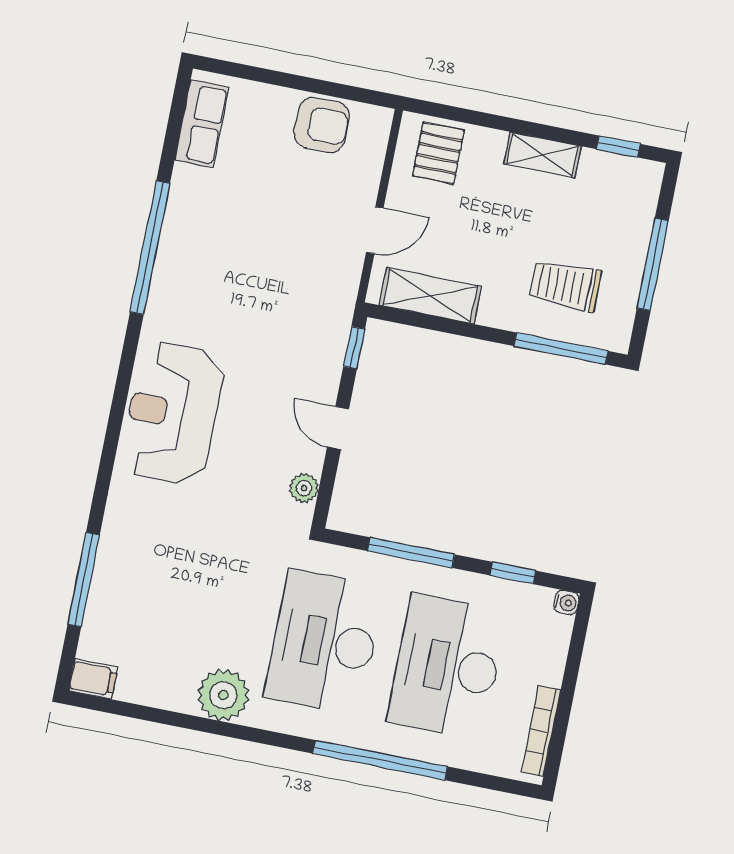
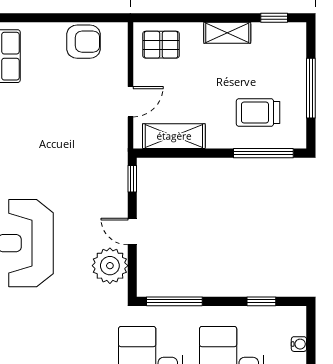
pallet: (438, 153) -> (161, 45), turned 90
plant: (304, 488) -> (110, 266), width x1.88, depth x1.88
window: (411, 553) -> (174, 301), moved
water cooler: (566, 603) -> (299, 344), moved

